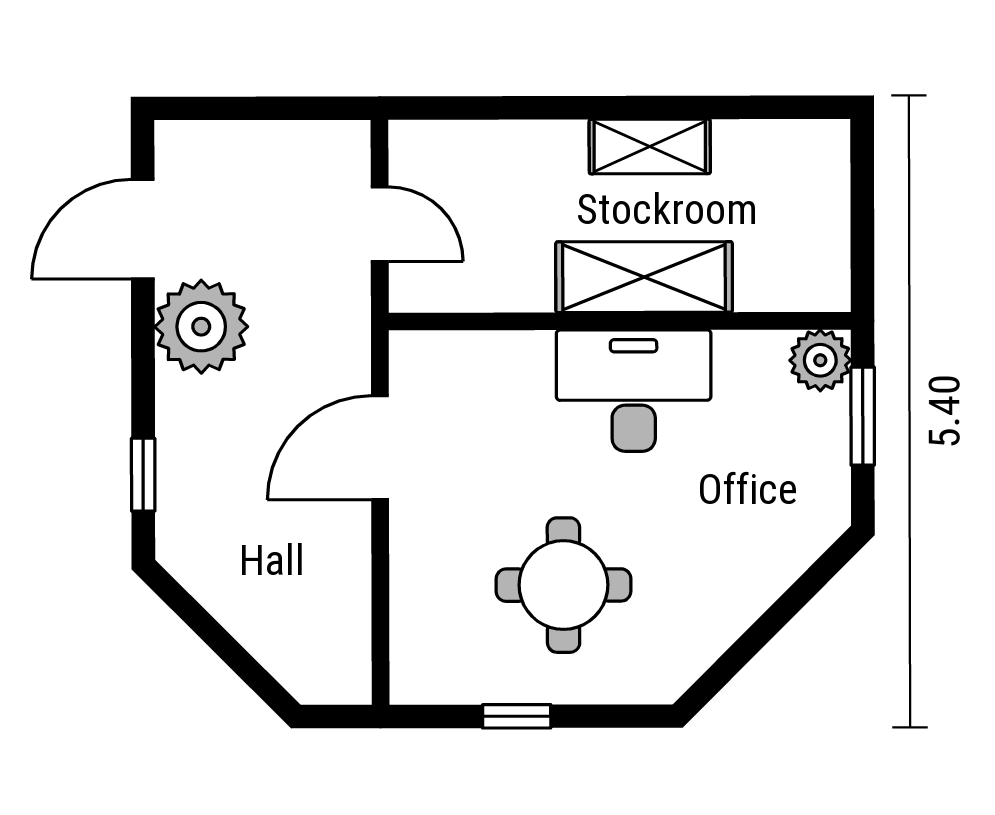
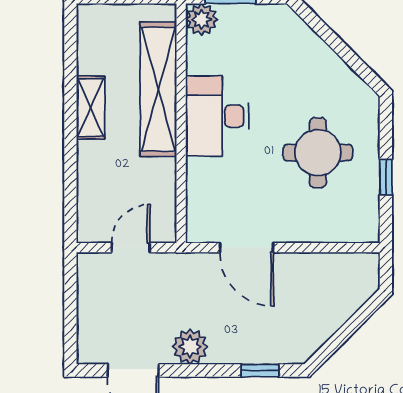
shelving: (644, 277) -> (158, 89), width x1.47
plant: (201, 327) -> (190, 347), width x0.73, depth x0.73

